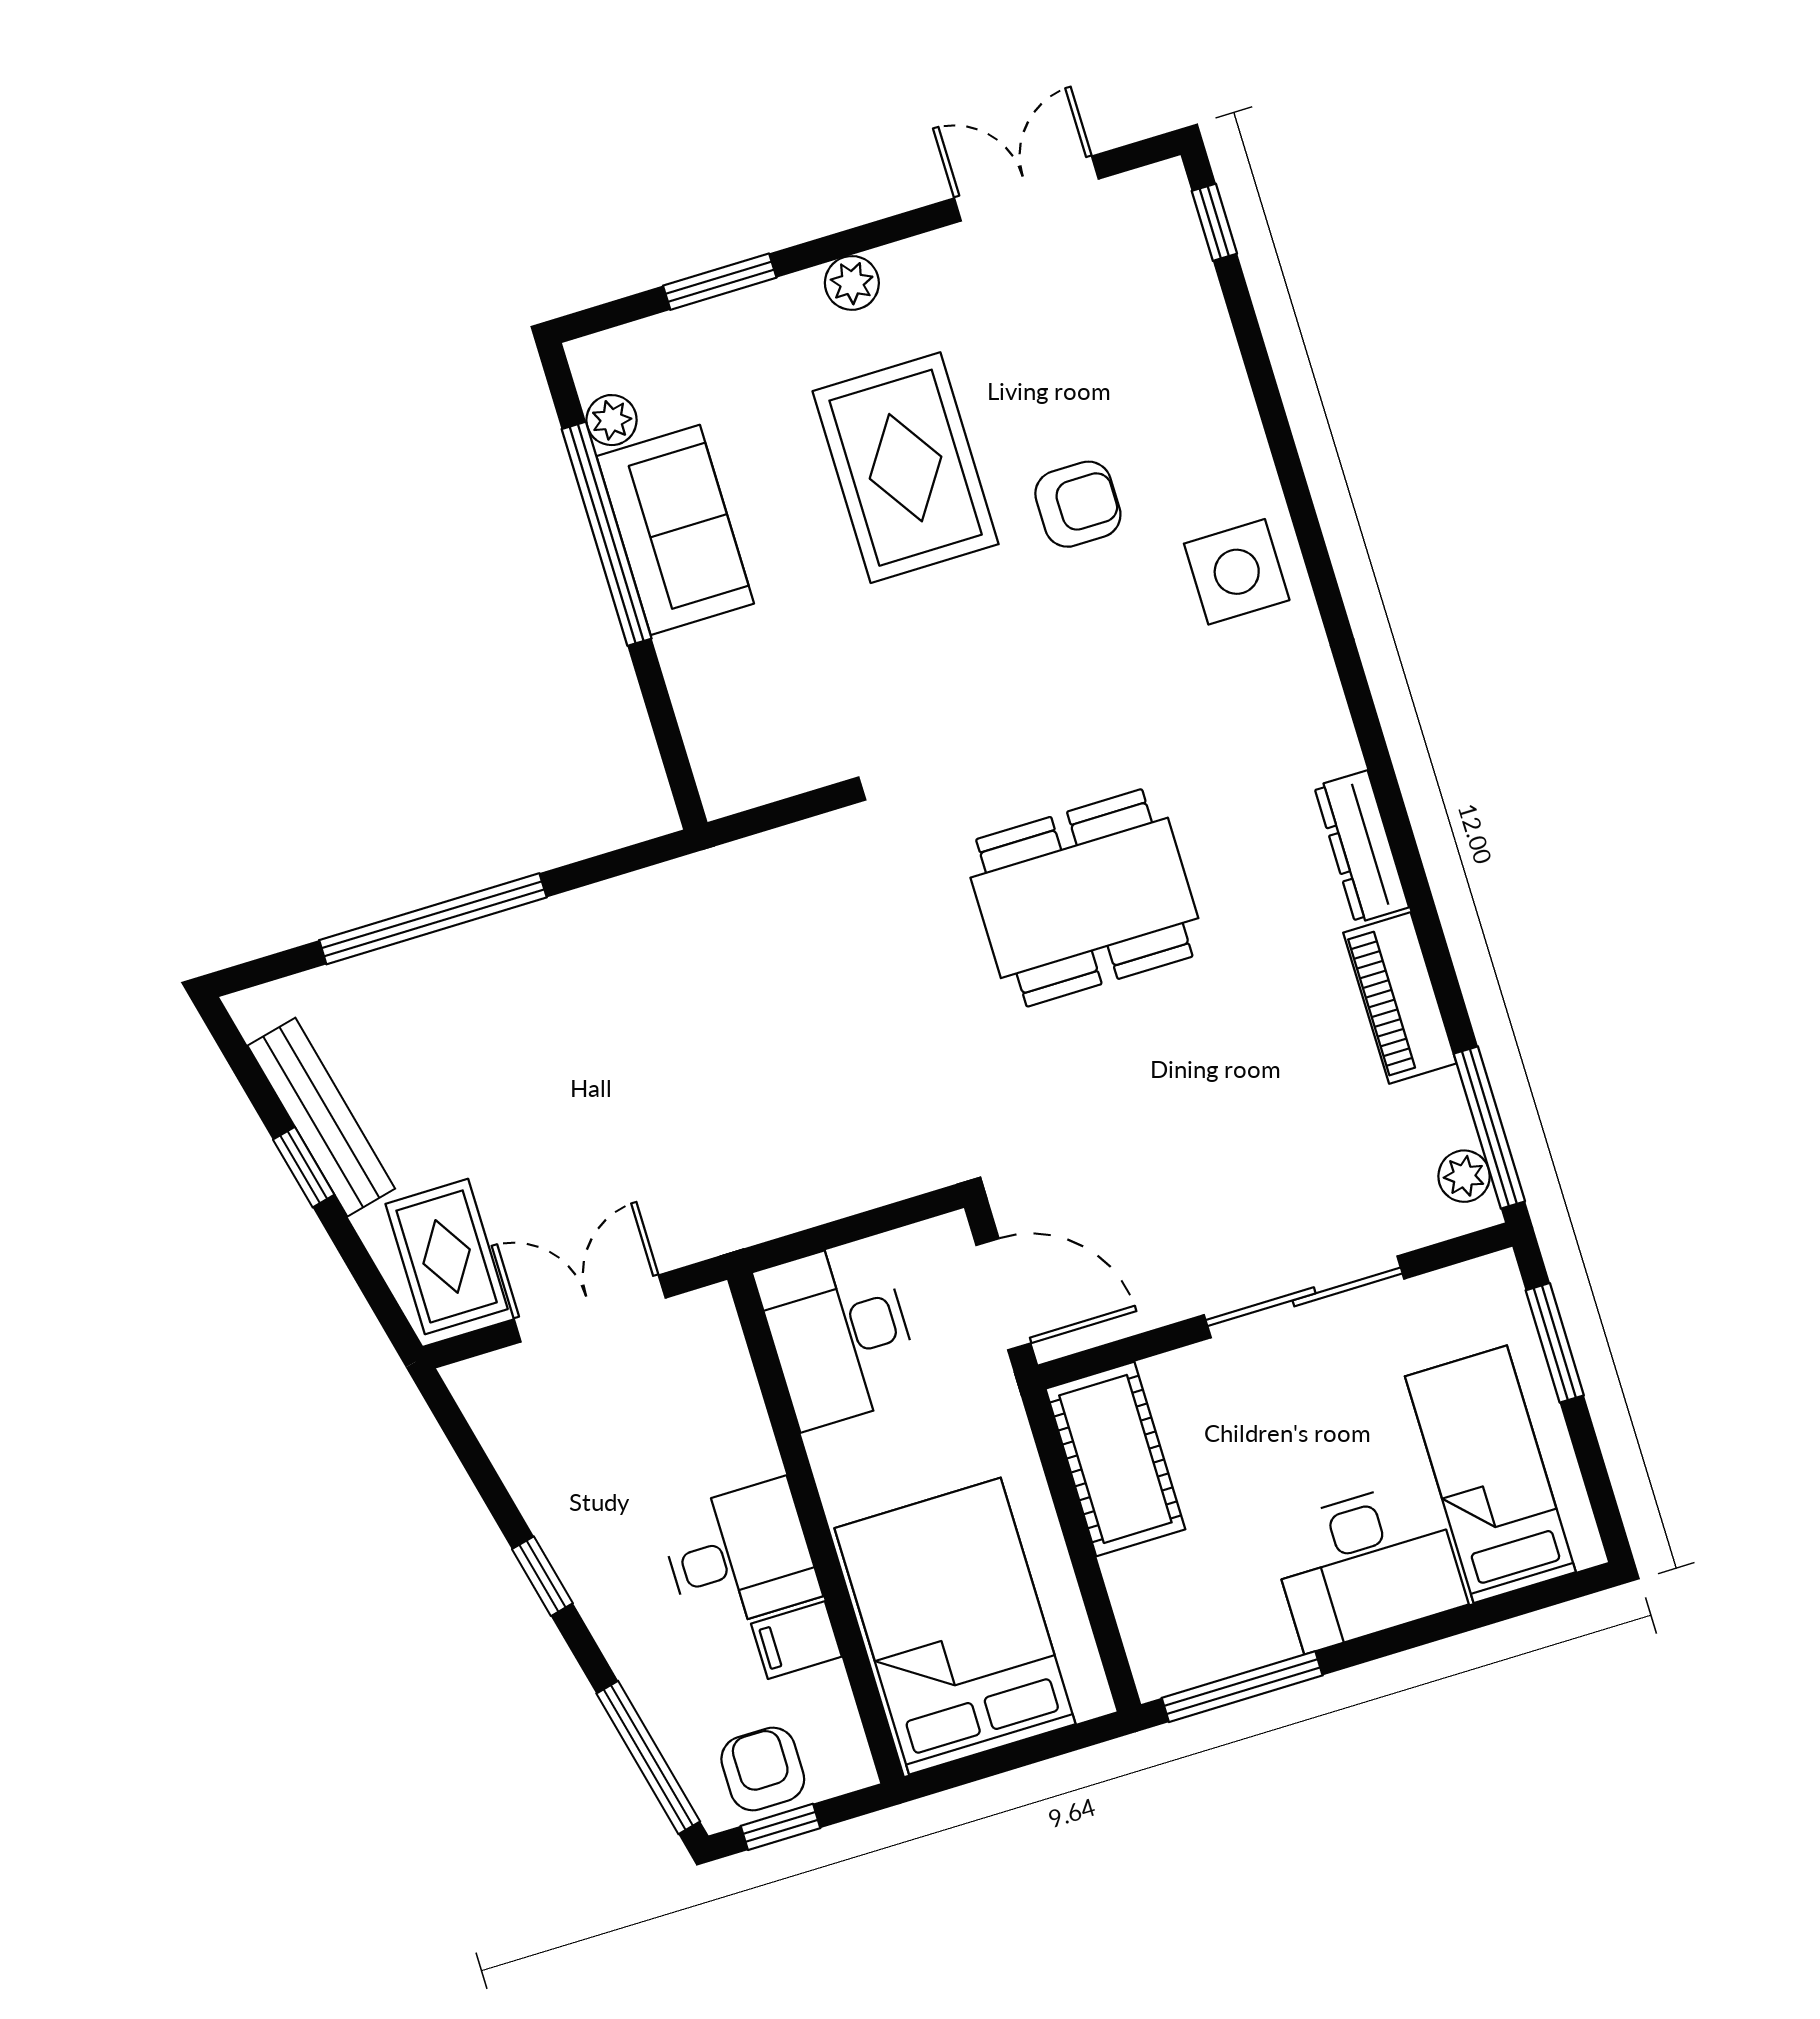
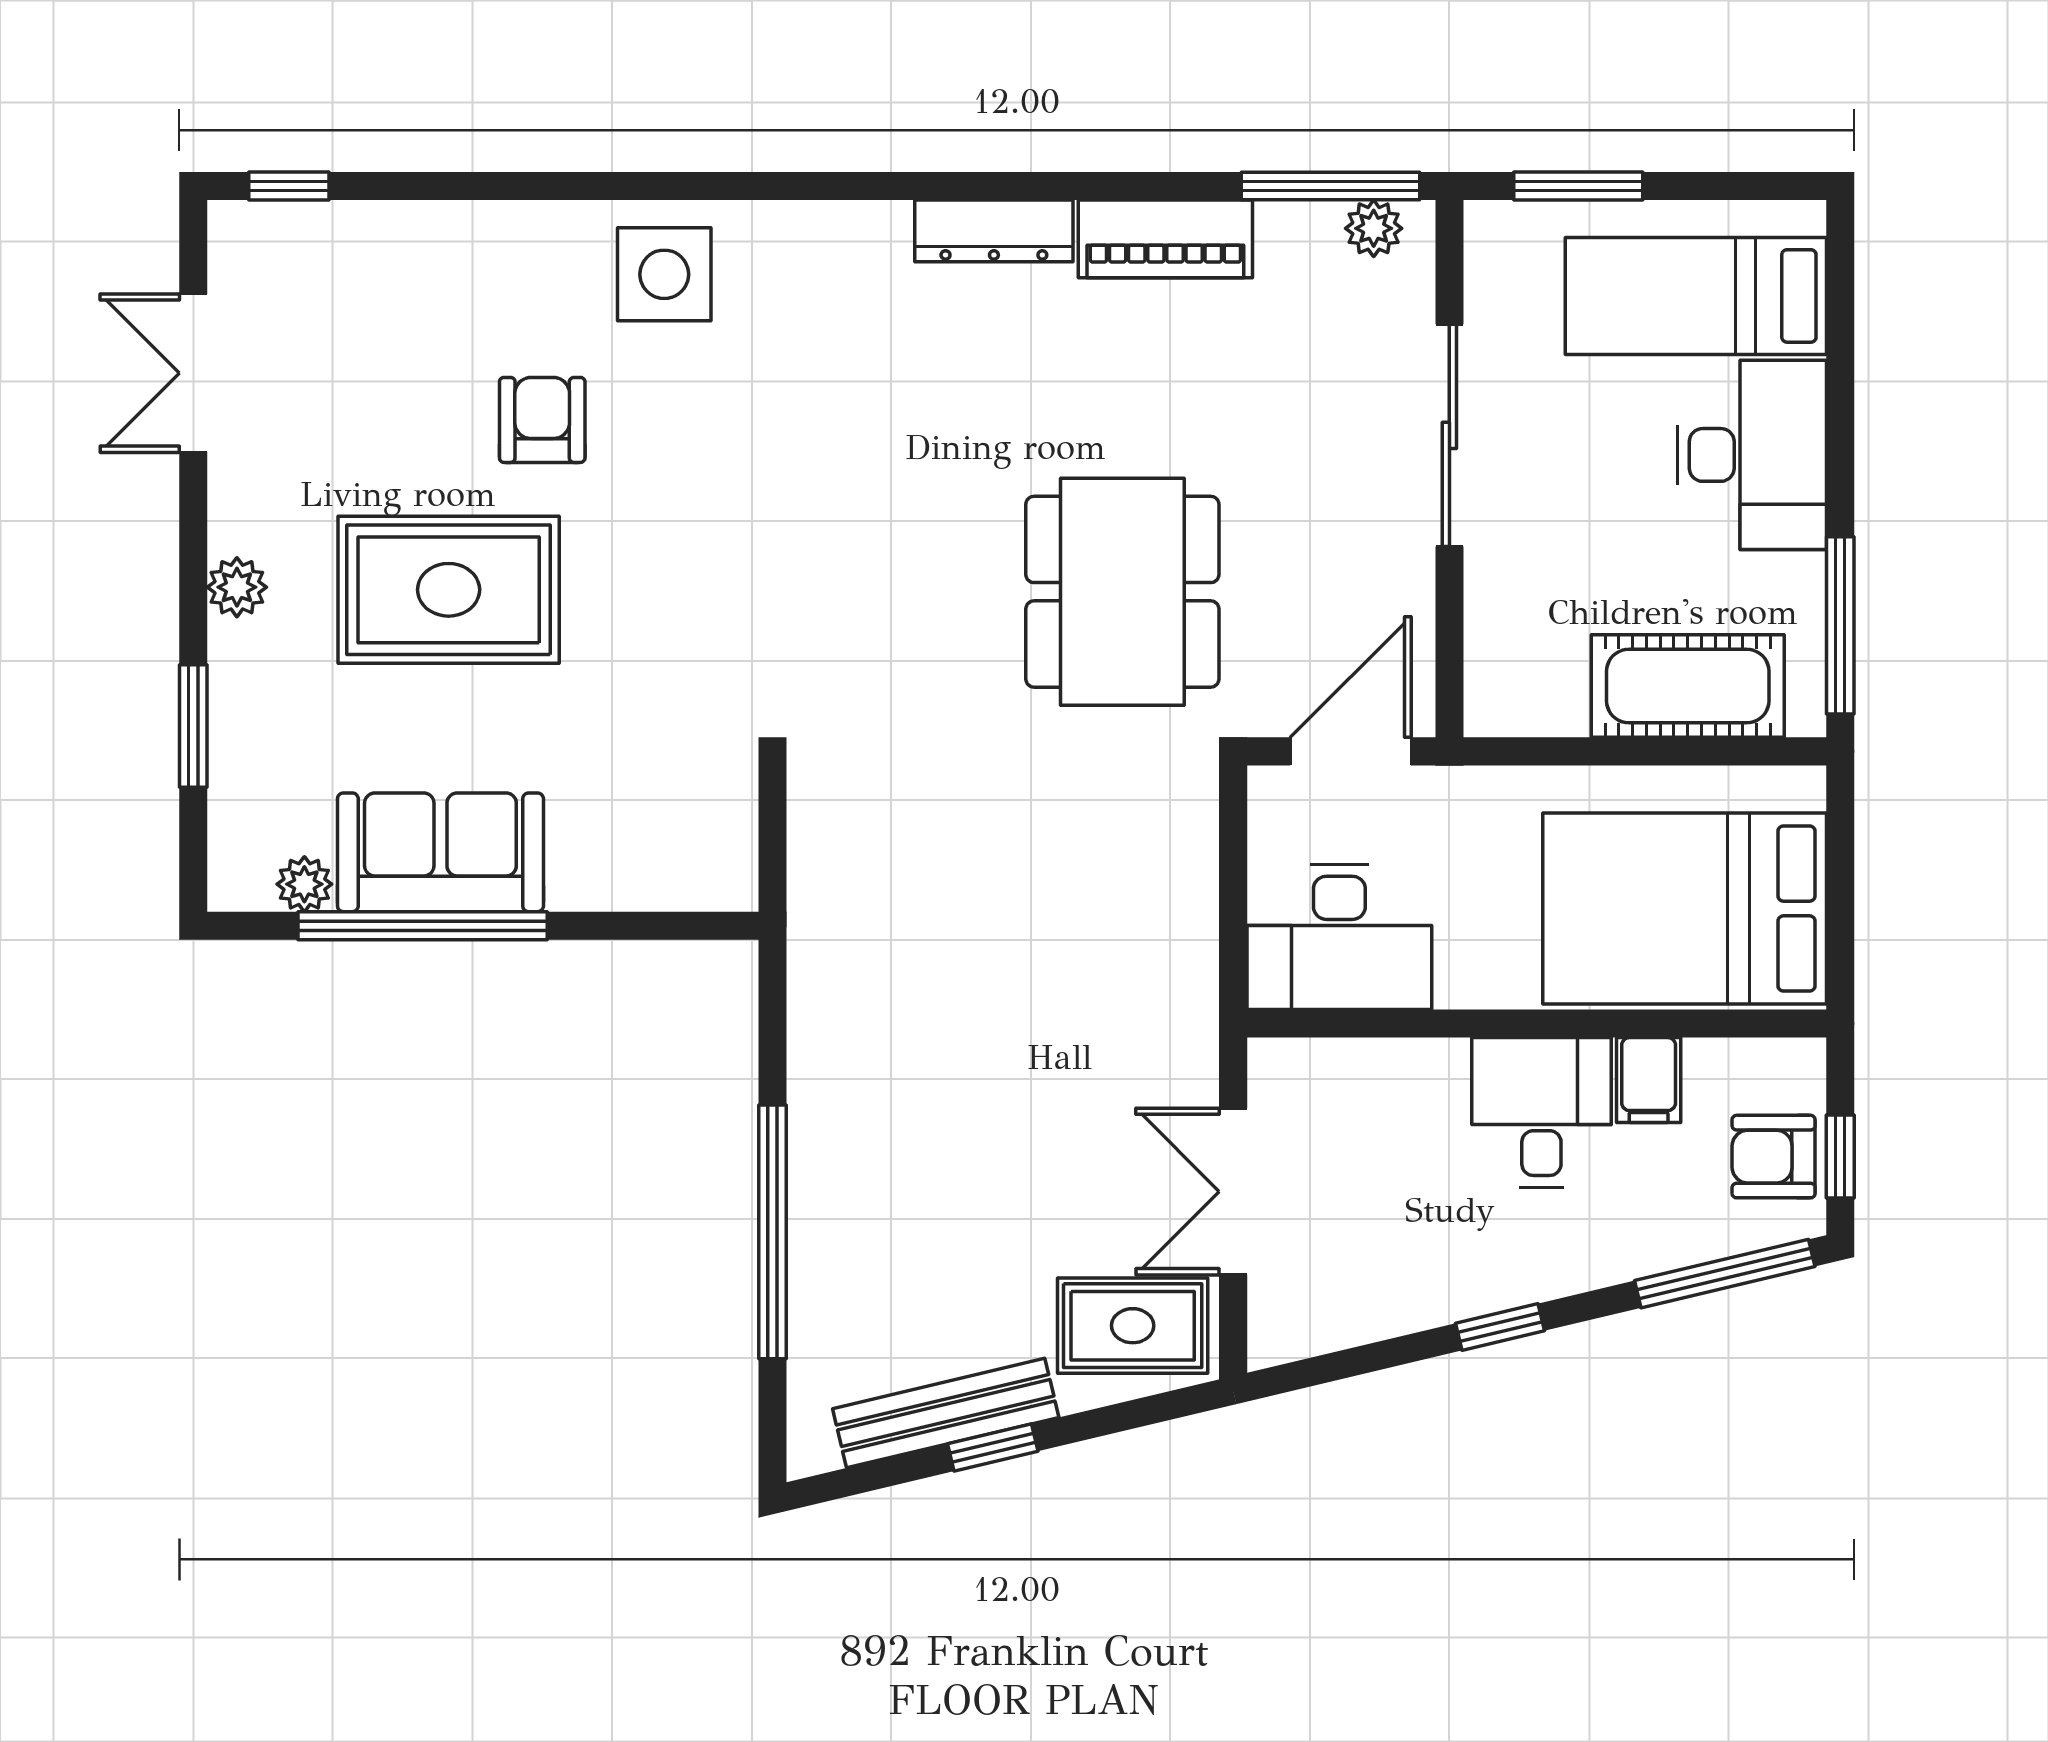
dining table: (1084, 898) -> (1122, 592), moved
cot: (1115, 1459) -> (1688, 686), moved

